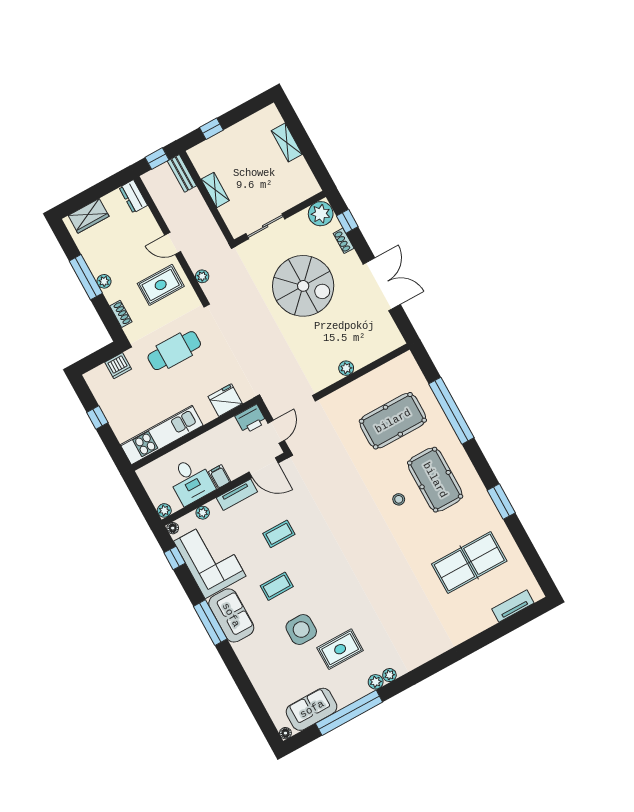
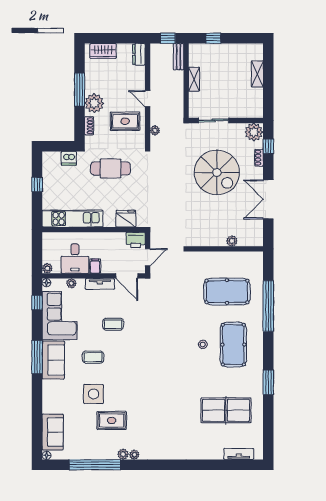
plant: (104, 281) -> (94, 103), width x1.87, depth x1.87
double door: (382, 284) -> (268, 199), swing flipped
plant: (346, 368) -> (232, 241), moved
sofa: (312, 709) -> (53, 432), moved, turned 90

